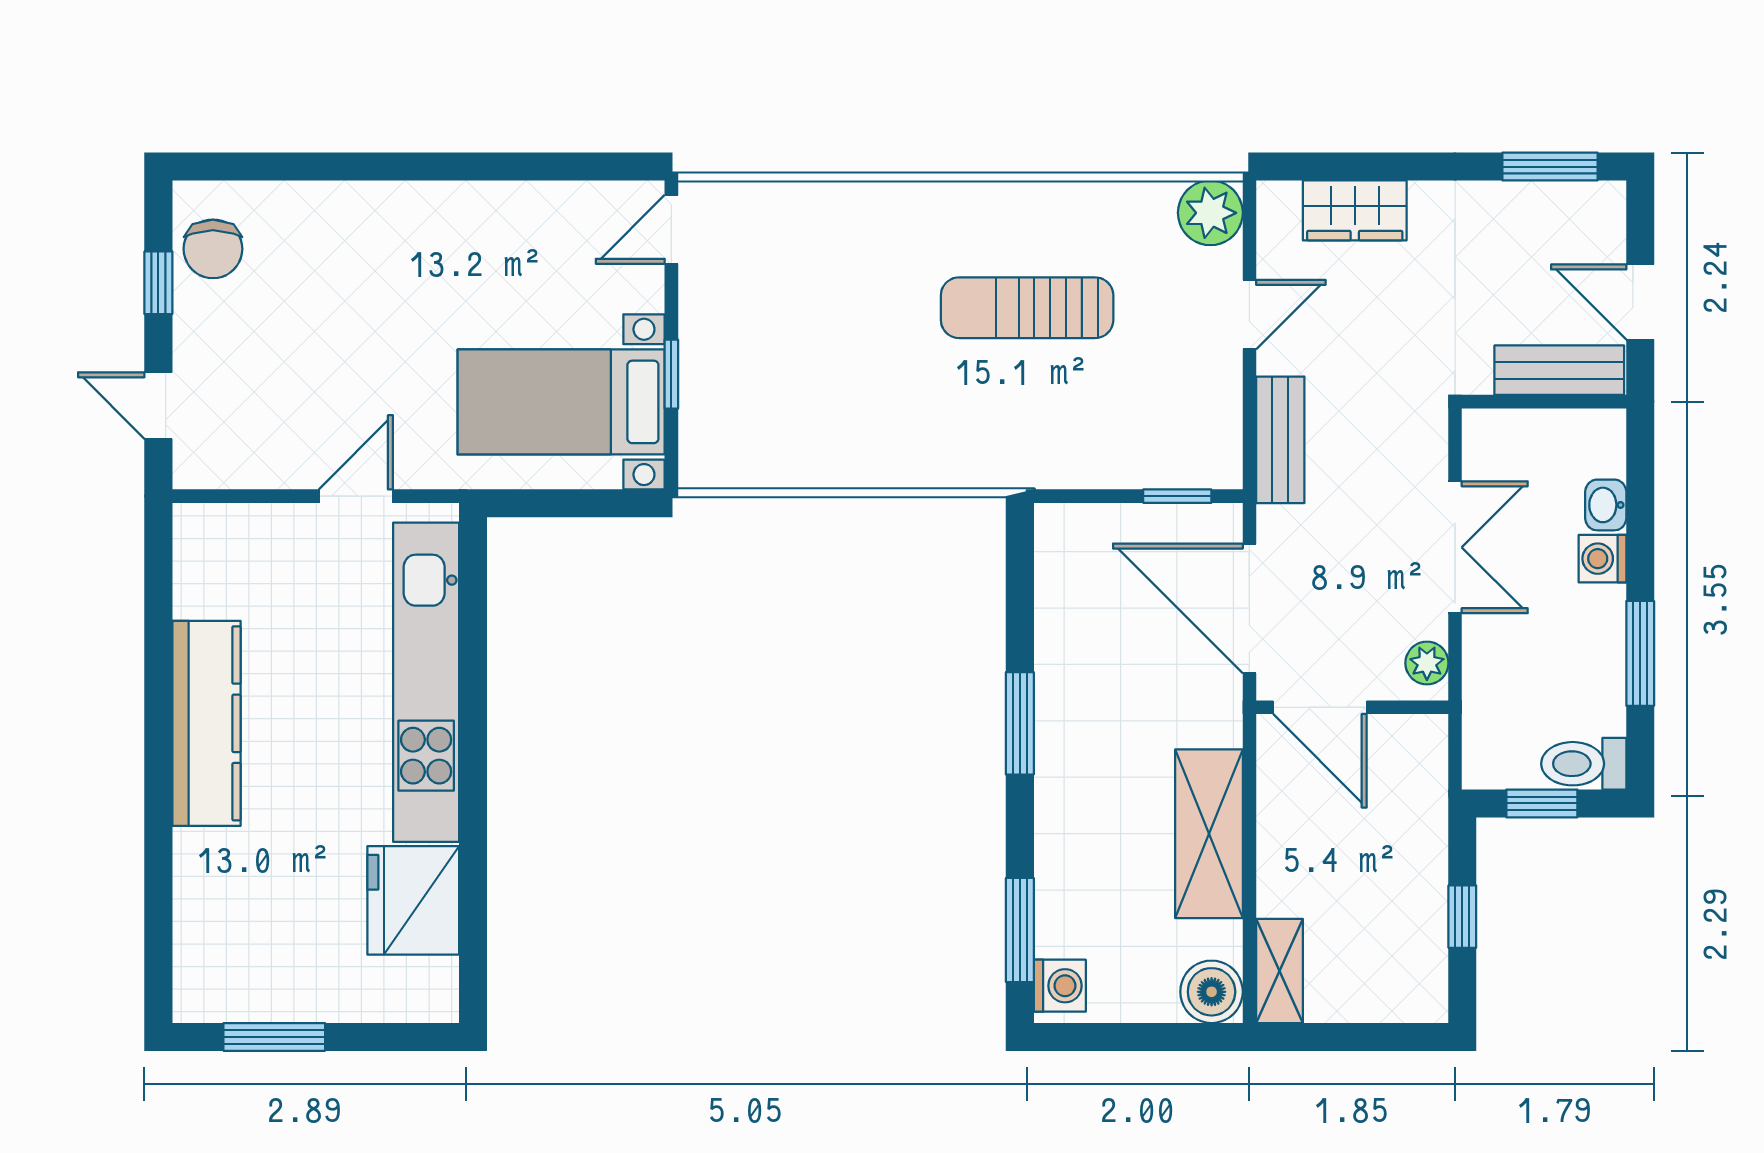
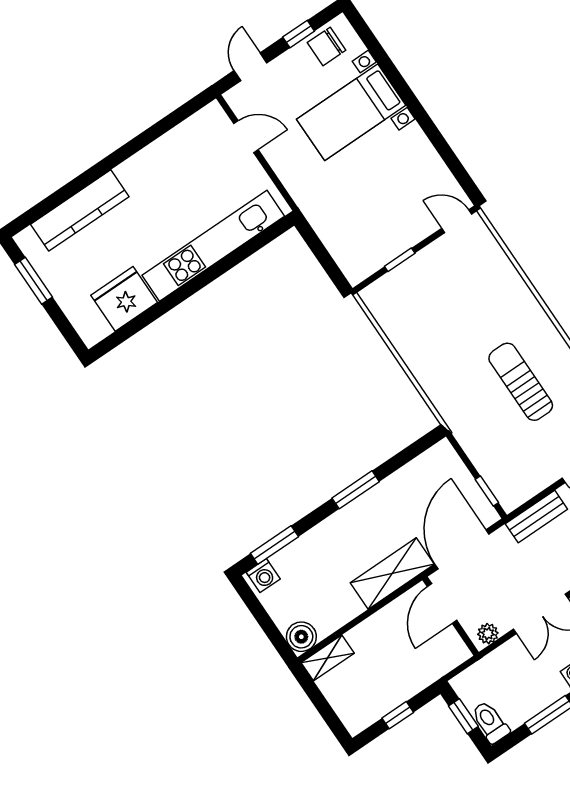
bed with nightstands: (561, 402) -> (351, 112), moved, turned -90
door: (356, 496) -> (246, 137), moved
kitchen counter: (206, 723) -> (80, 210), moved
shelving: (1209, 834) -> (392, 573), moved

